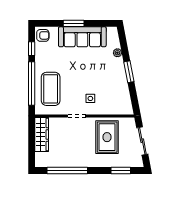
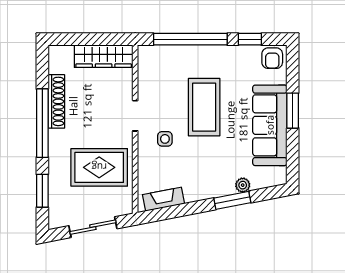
window: (129, 72) -> (232, 200), moved
coffee table: (51, 89) -> (204, 107), moved, turned 90
fireplace: (126, 99) -> (163, 199), added
shoe rack: (68, 162) -> (56, 101), added
window: (67, 171) -> (42, 123), moved

